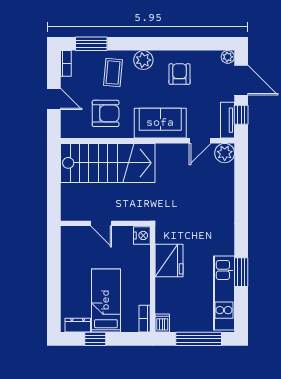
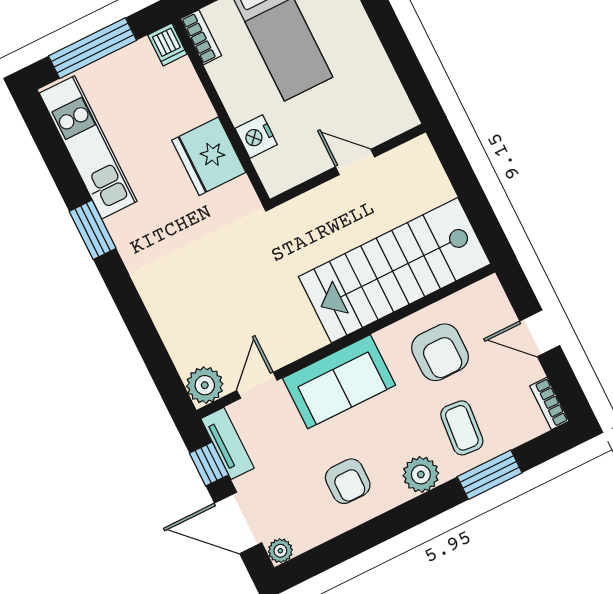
window: (91, 44) -> (490, 475), moved
armchair: (106, 113) -> (440, 352), turned -90
nightstand: (142, 235) -> (256, 137), moved
window: (241, 272) -> (93, 230), moved

